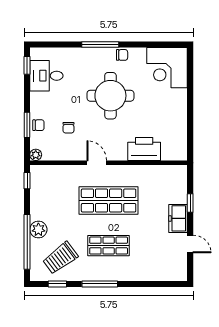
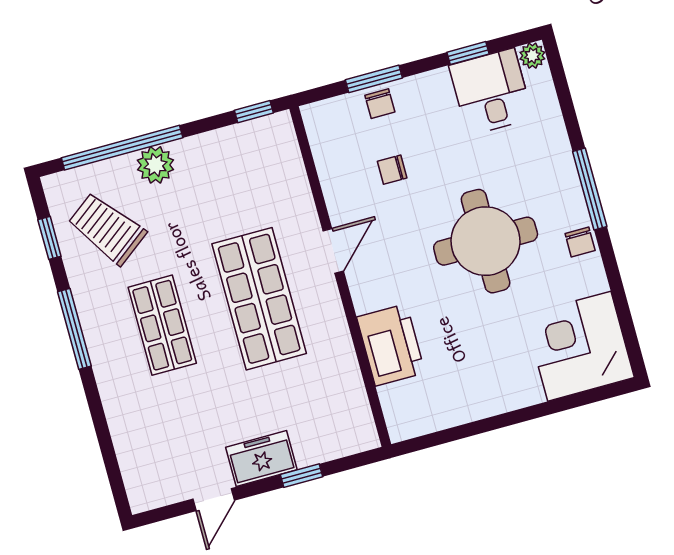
window: (27, 65) -> (468, 53), moved
plant: (36, 155) -> (532, 56), moved

